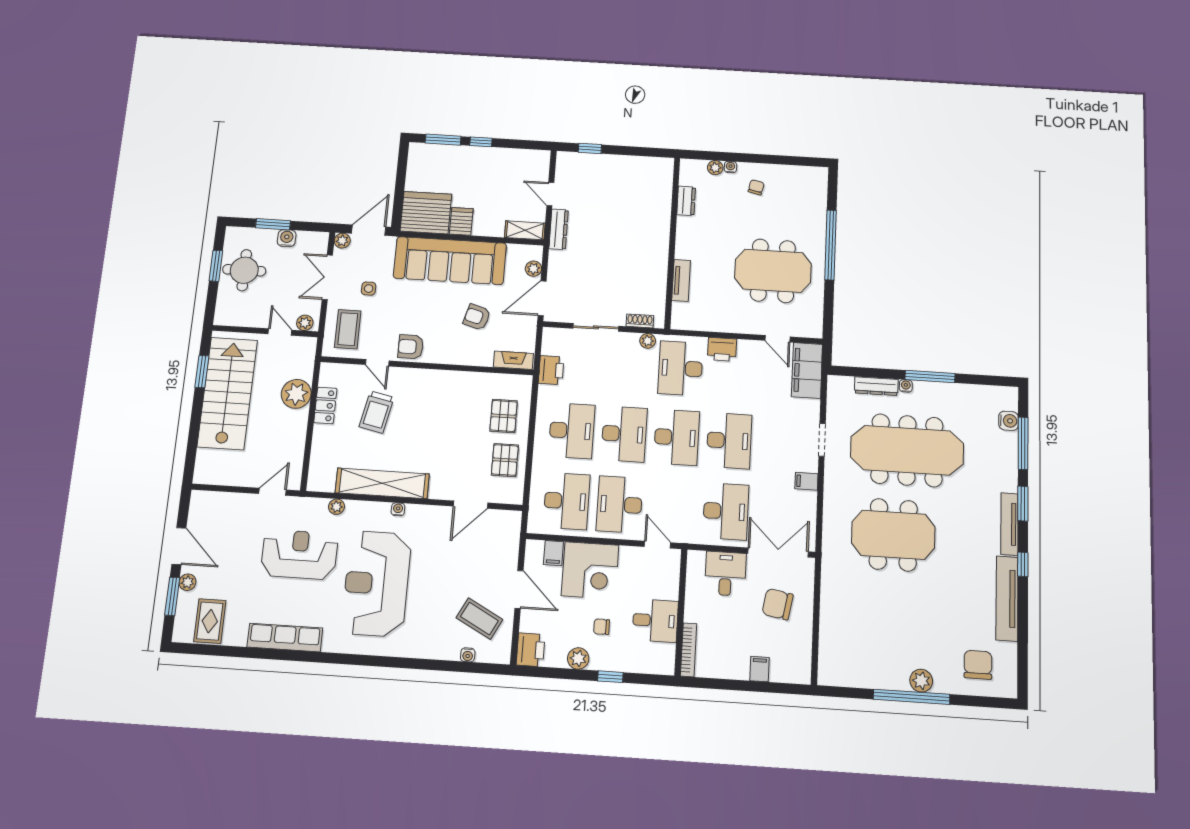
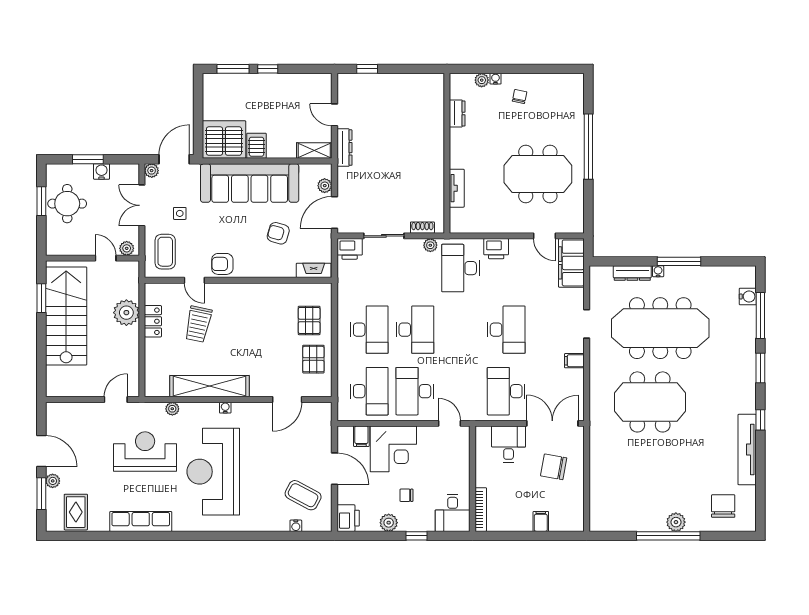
printer: (551, 370) -> (350, 249), moved, turned 90
desk: (677, 437) -> (461, 330), removed
desk: (726, 511) -> (506, 391), turned 180
tv unit: (1009, 524) -> (749, 386), removed
desk: (655, 621) -> (453, 513), moved, turned 90

